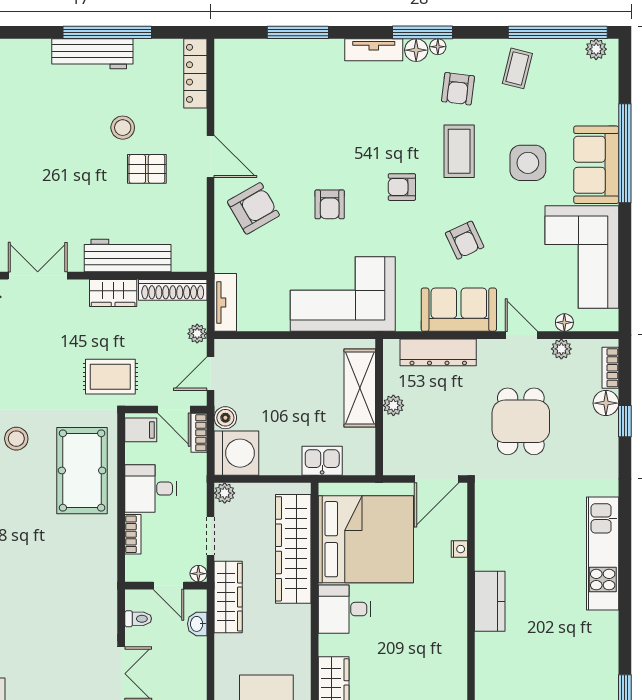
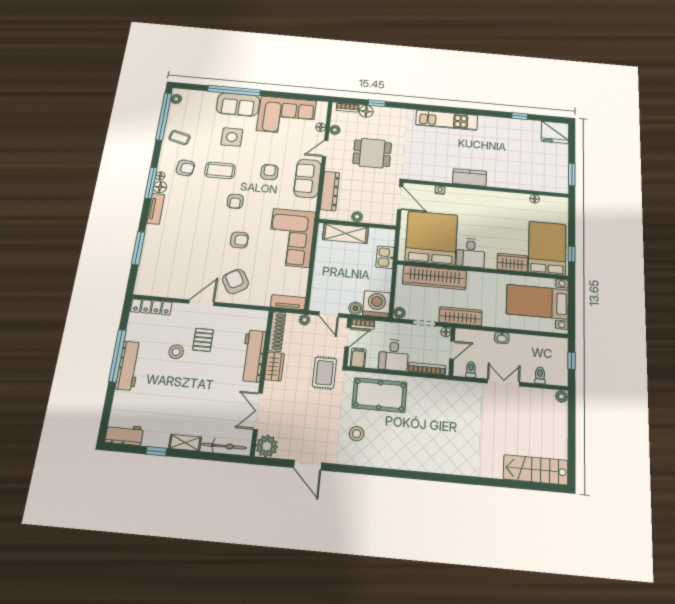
armchair: (465, 240) -> (269, 172), turned -65
bookcase: (133, 534) -> (427, 369), width x1.56
washbasin: (197, 624) -> (502, 338), moved

